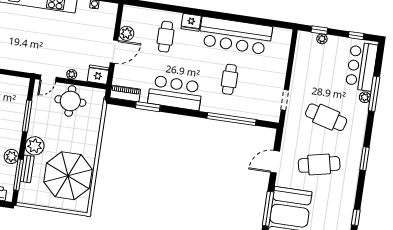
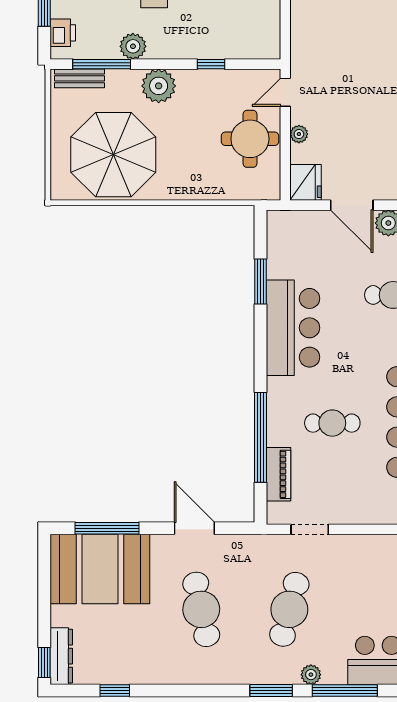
door: (48, 78) -> (285, 92), hinge flipped
piano: (125, 93) -> (278, 474), moved
plant: (365, 97) -> (311, 675), moved
window: (27, 116) -> (211, 64), width x0.46
window: (364, 159) -> (271, 690), moved
bench: (27, 169) -> (79, 78), moved

